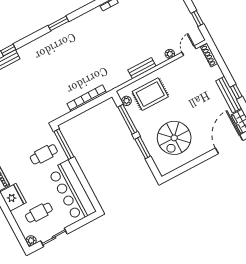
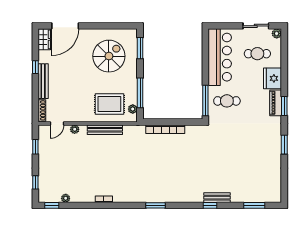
bench: (142, 68) -> (105, 130), width x1.36
bench: (229, 95) -> (43, 81), moved
window: (143, 148) -> (140, 48), moved

